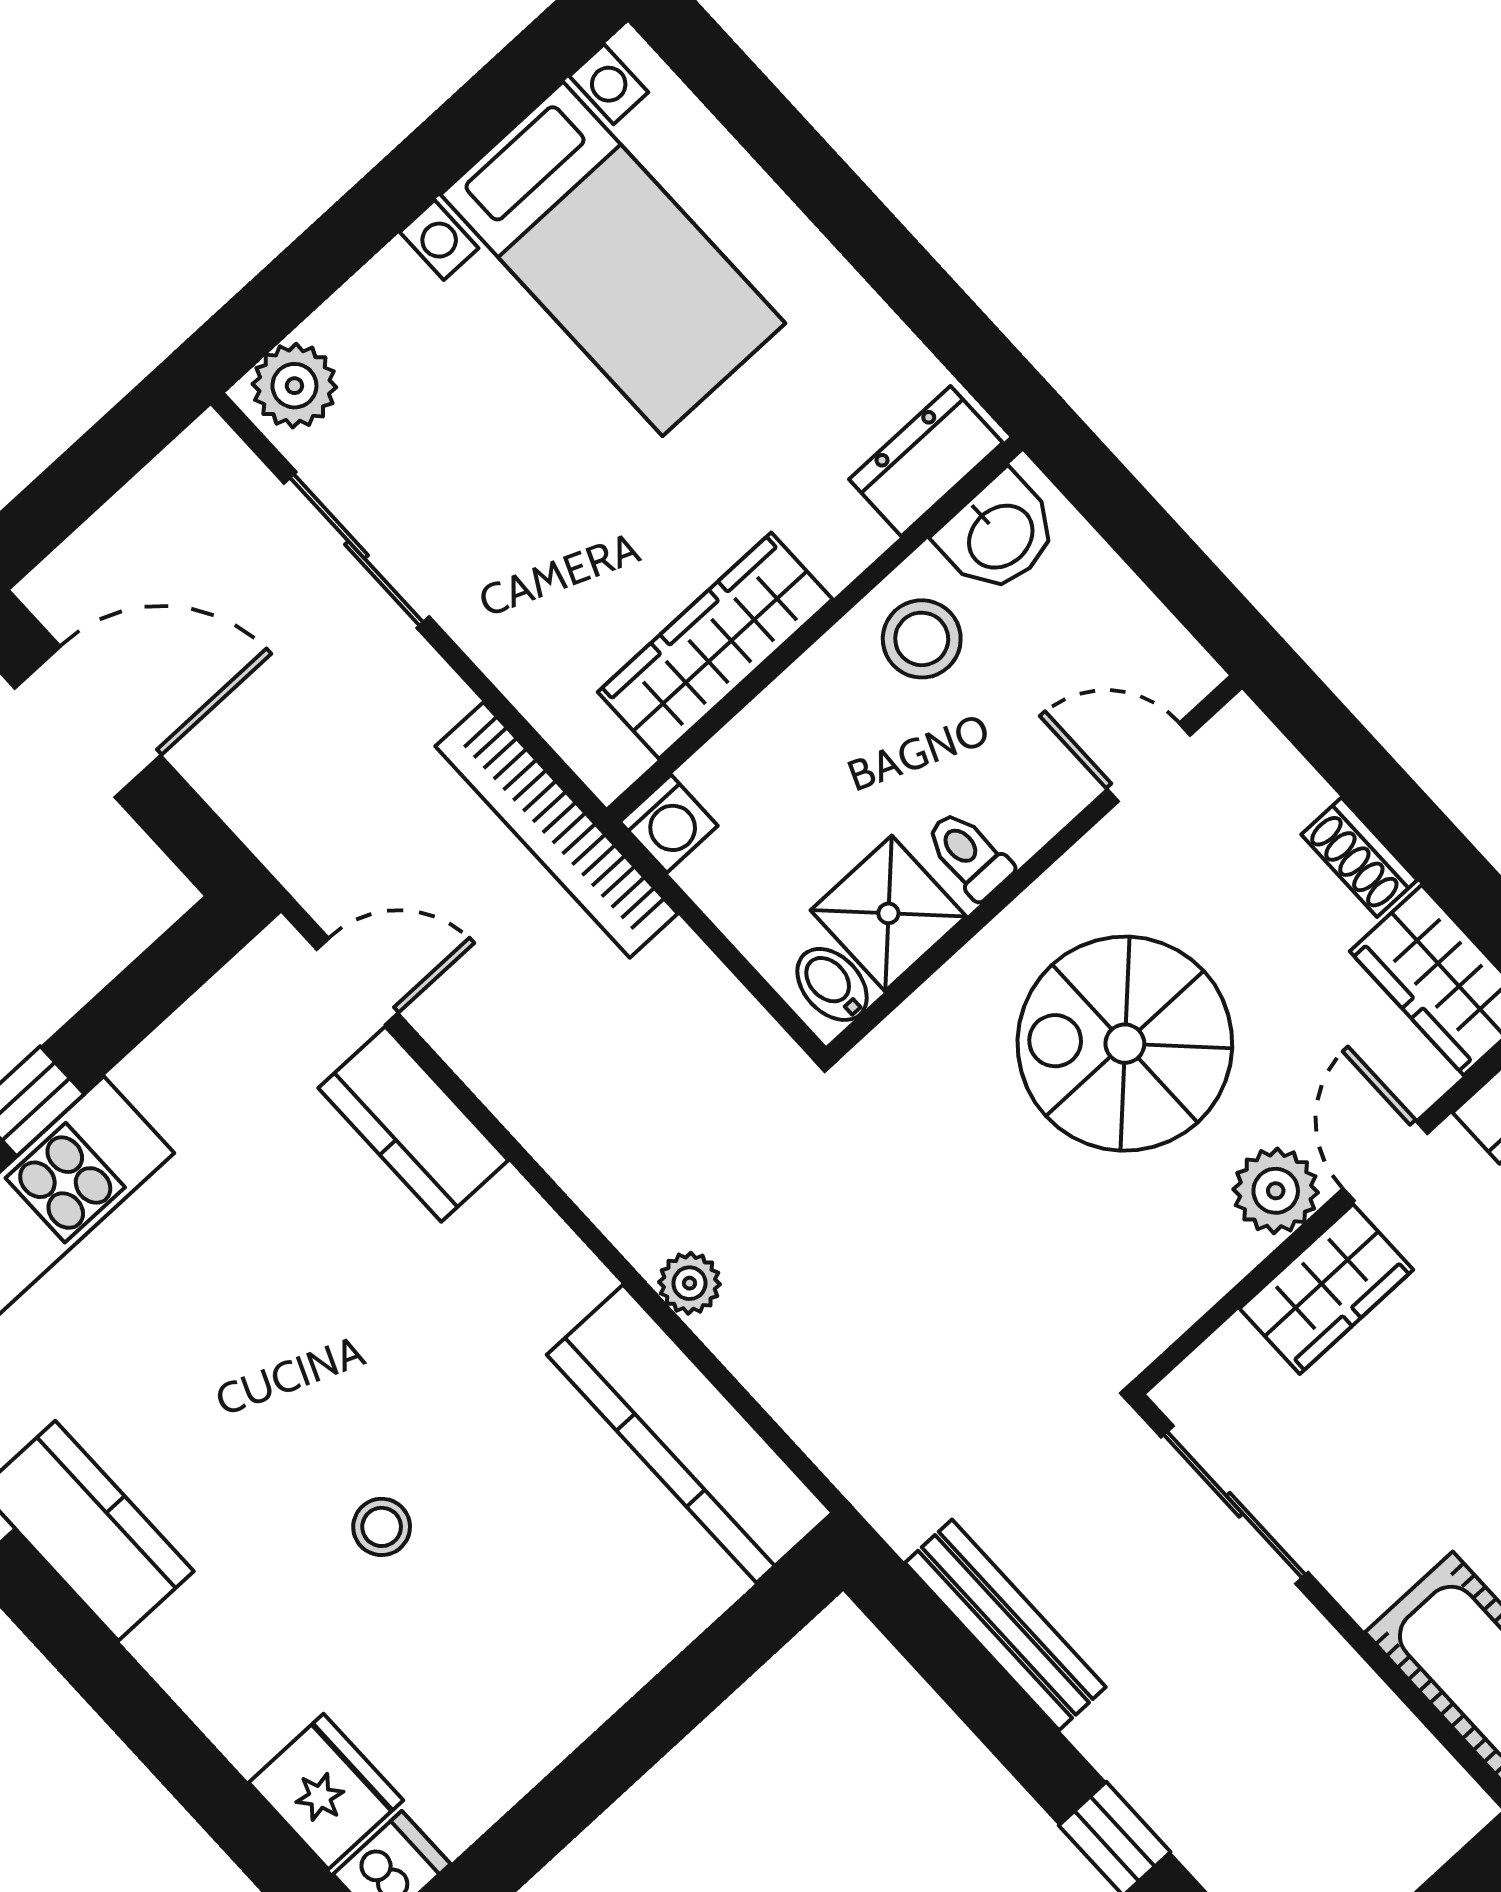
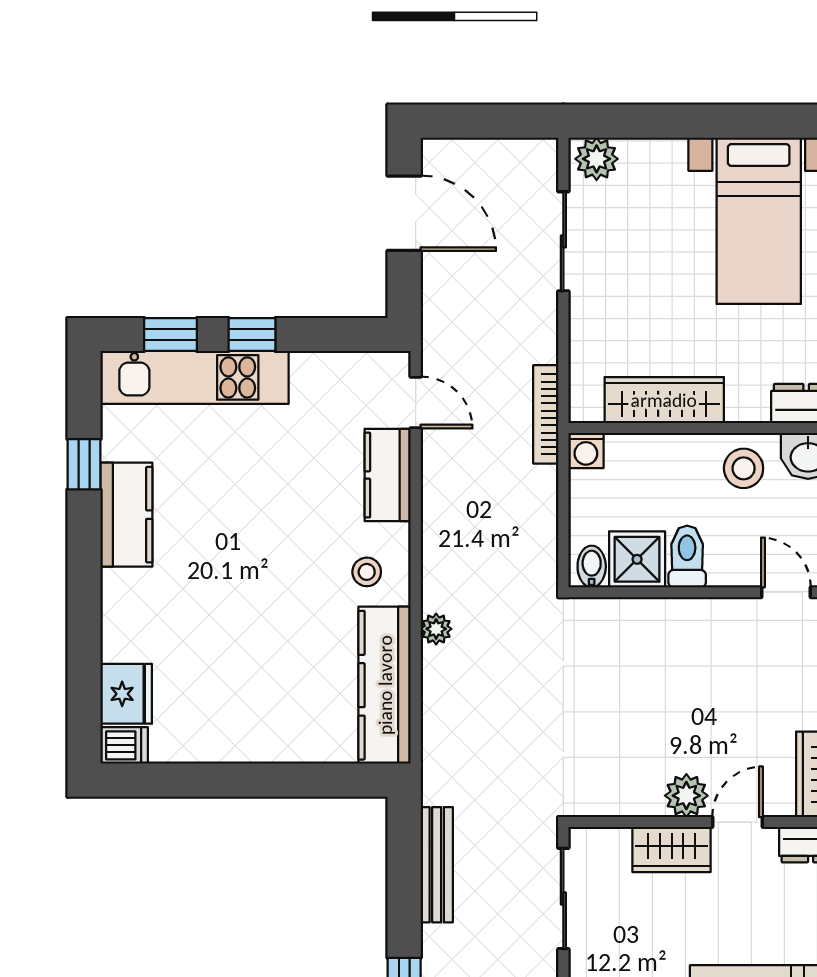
bookcase: (557, 830) -> (546, 414), width x0.68, depth x0.76
toilet: (969, 855) -> (687, 556), width x1.37, depth x1.39
spiral stairs: (1125, 1044) -> (681, 689), removed
stool: (382, 1527) -> (367, 572), moved

